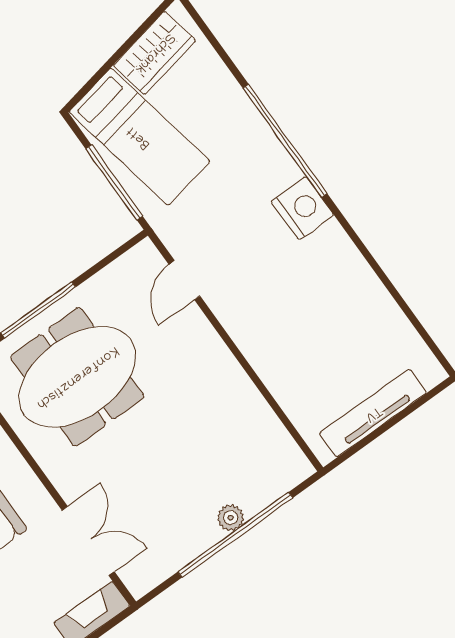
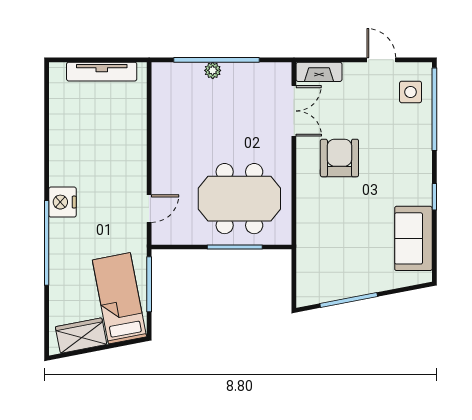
double door: (88, 541) -> (294, 111), swing flipped

